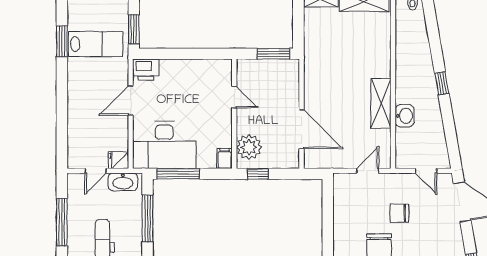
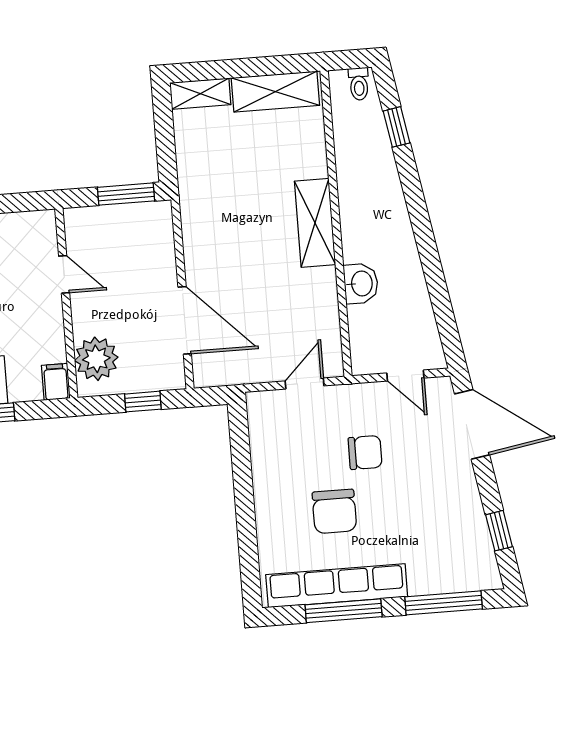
window: (442, 83) -> (396, 127), moved
shelving: (381, 103) -> (315, 223), moved
window: (258, 174) -> (143, 402), moved
chair: (399, 213) -> (365, 452), turned 180

